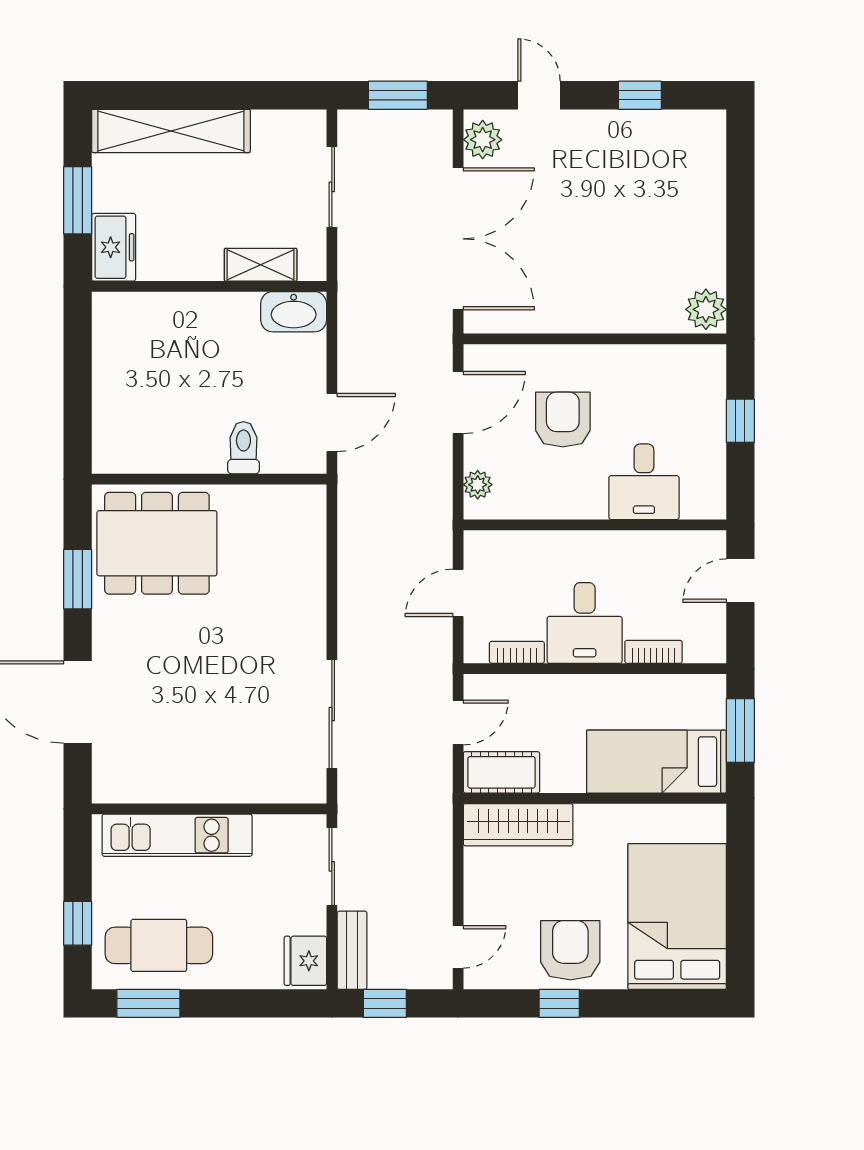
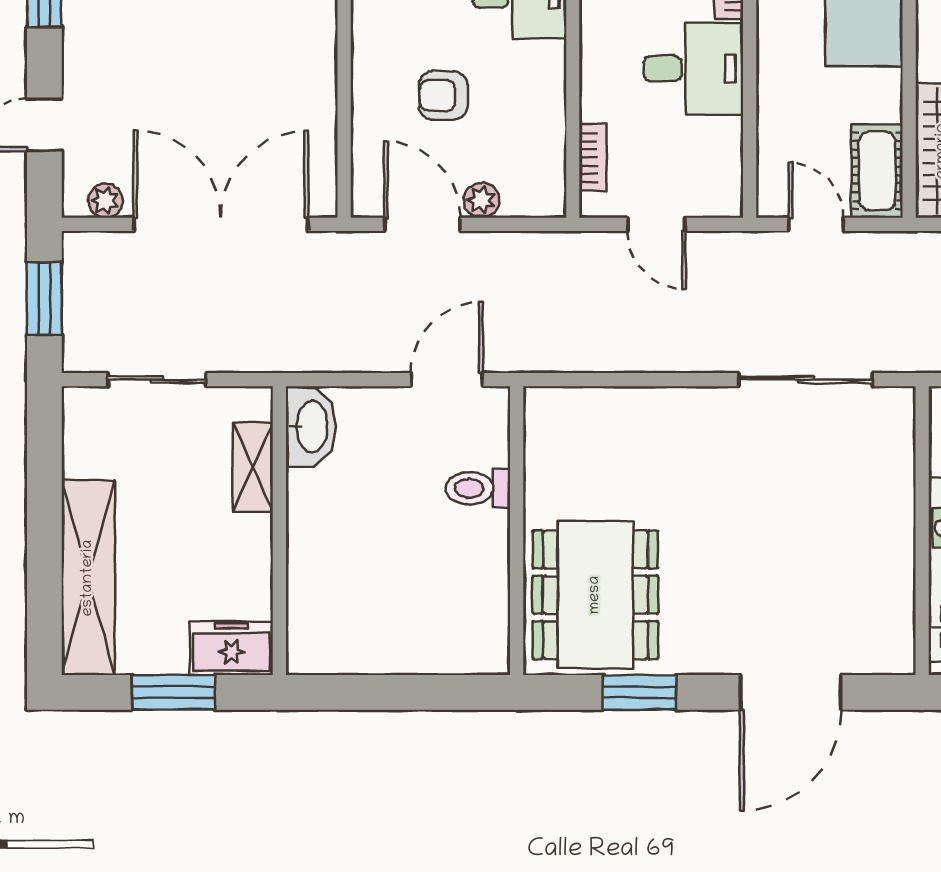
plant: (483, 140) -> (105, 201), width x0.73, depth x0.73
armchair: (563, 420) -> (443, 95), width x0.72, depth x0.72
door: (332, 423) -> (447, 380), hinge flipped
plant: (478, 485) -> (481, 200), moved
bookcase: (517, 652) -> (593, 157), moved, turned 180

